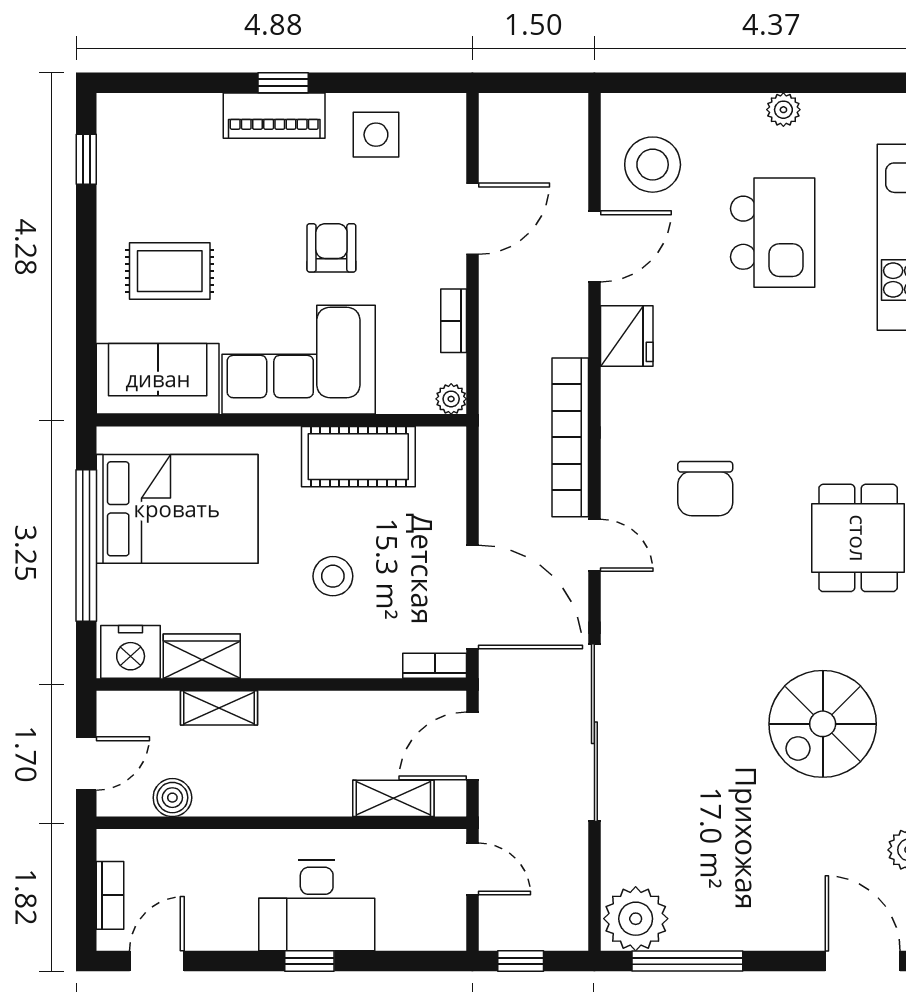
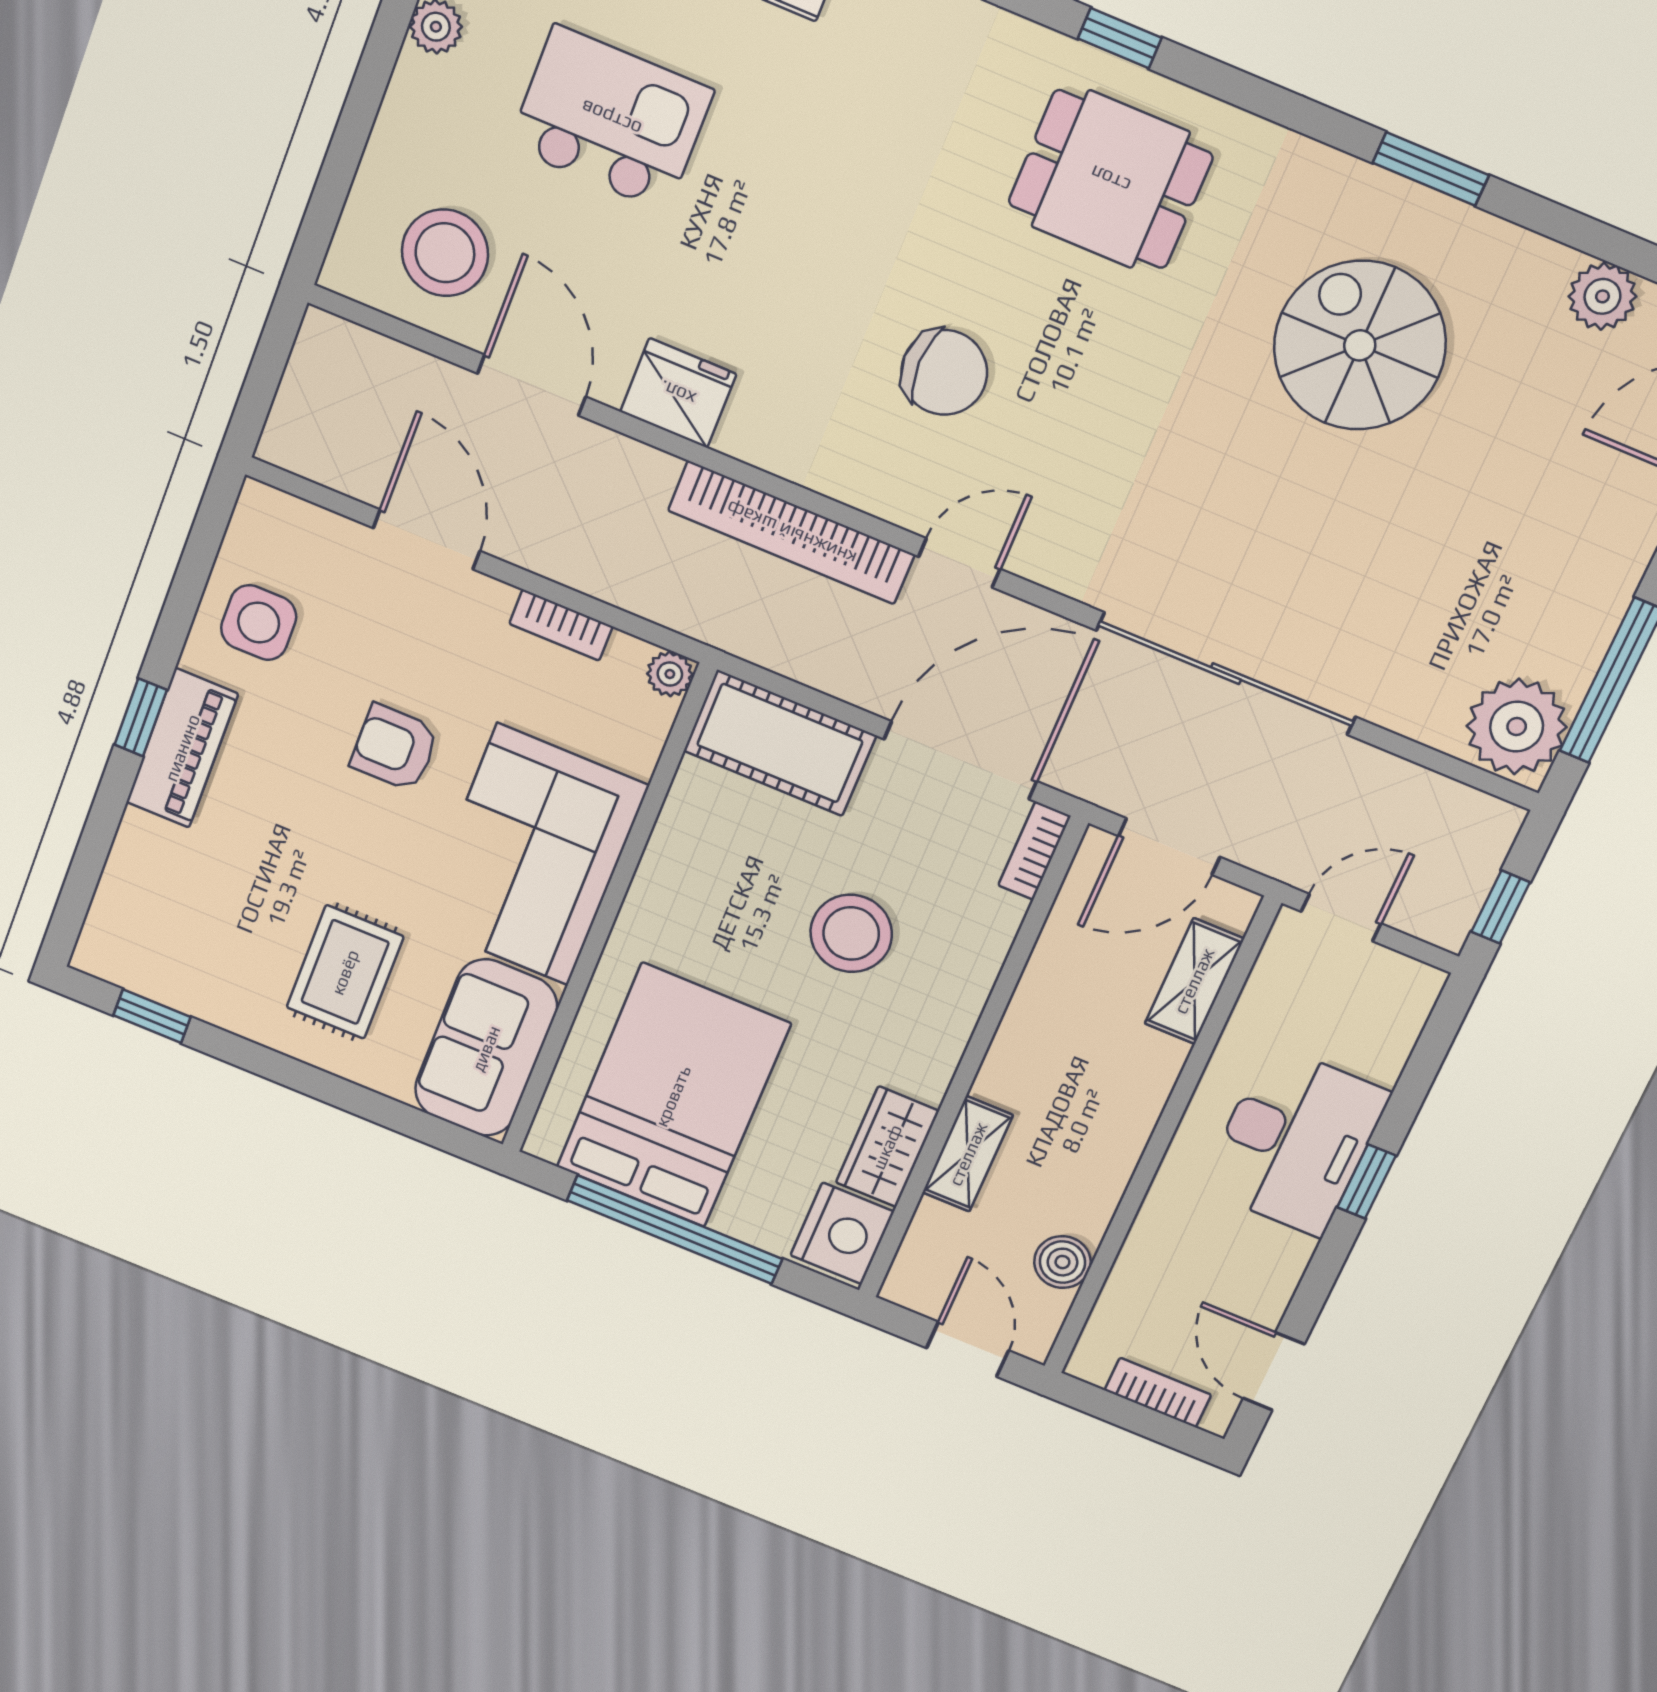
cot: (358, 457) -> (780, 743), moved, turned 90
stool: (333, 576) -> (851, 933), width x1.38, depth x1.38
spiral stairs: (823, 724) -> (1360, 345), turned 180
door: (472, 746) -> (1169, 847), hinge flipped

